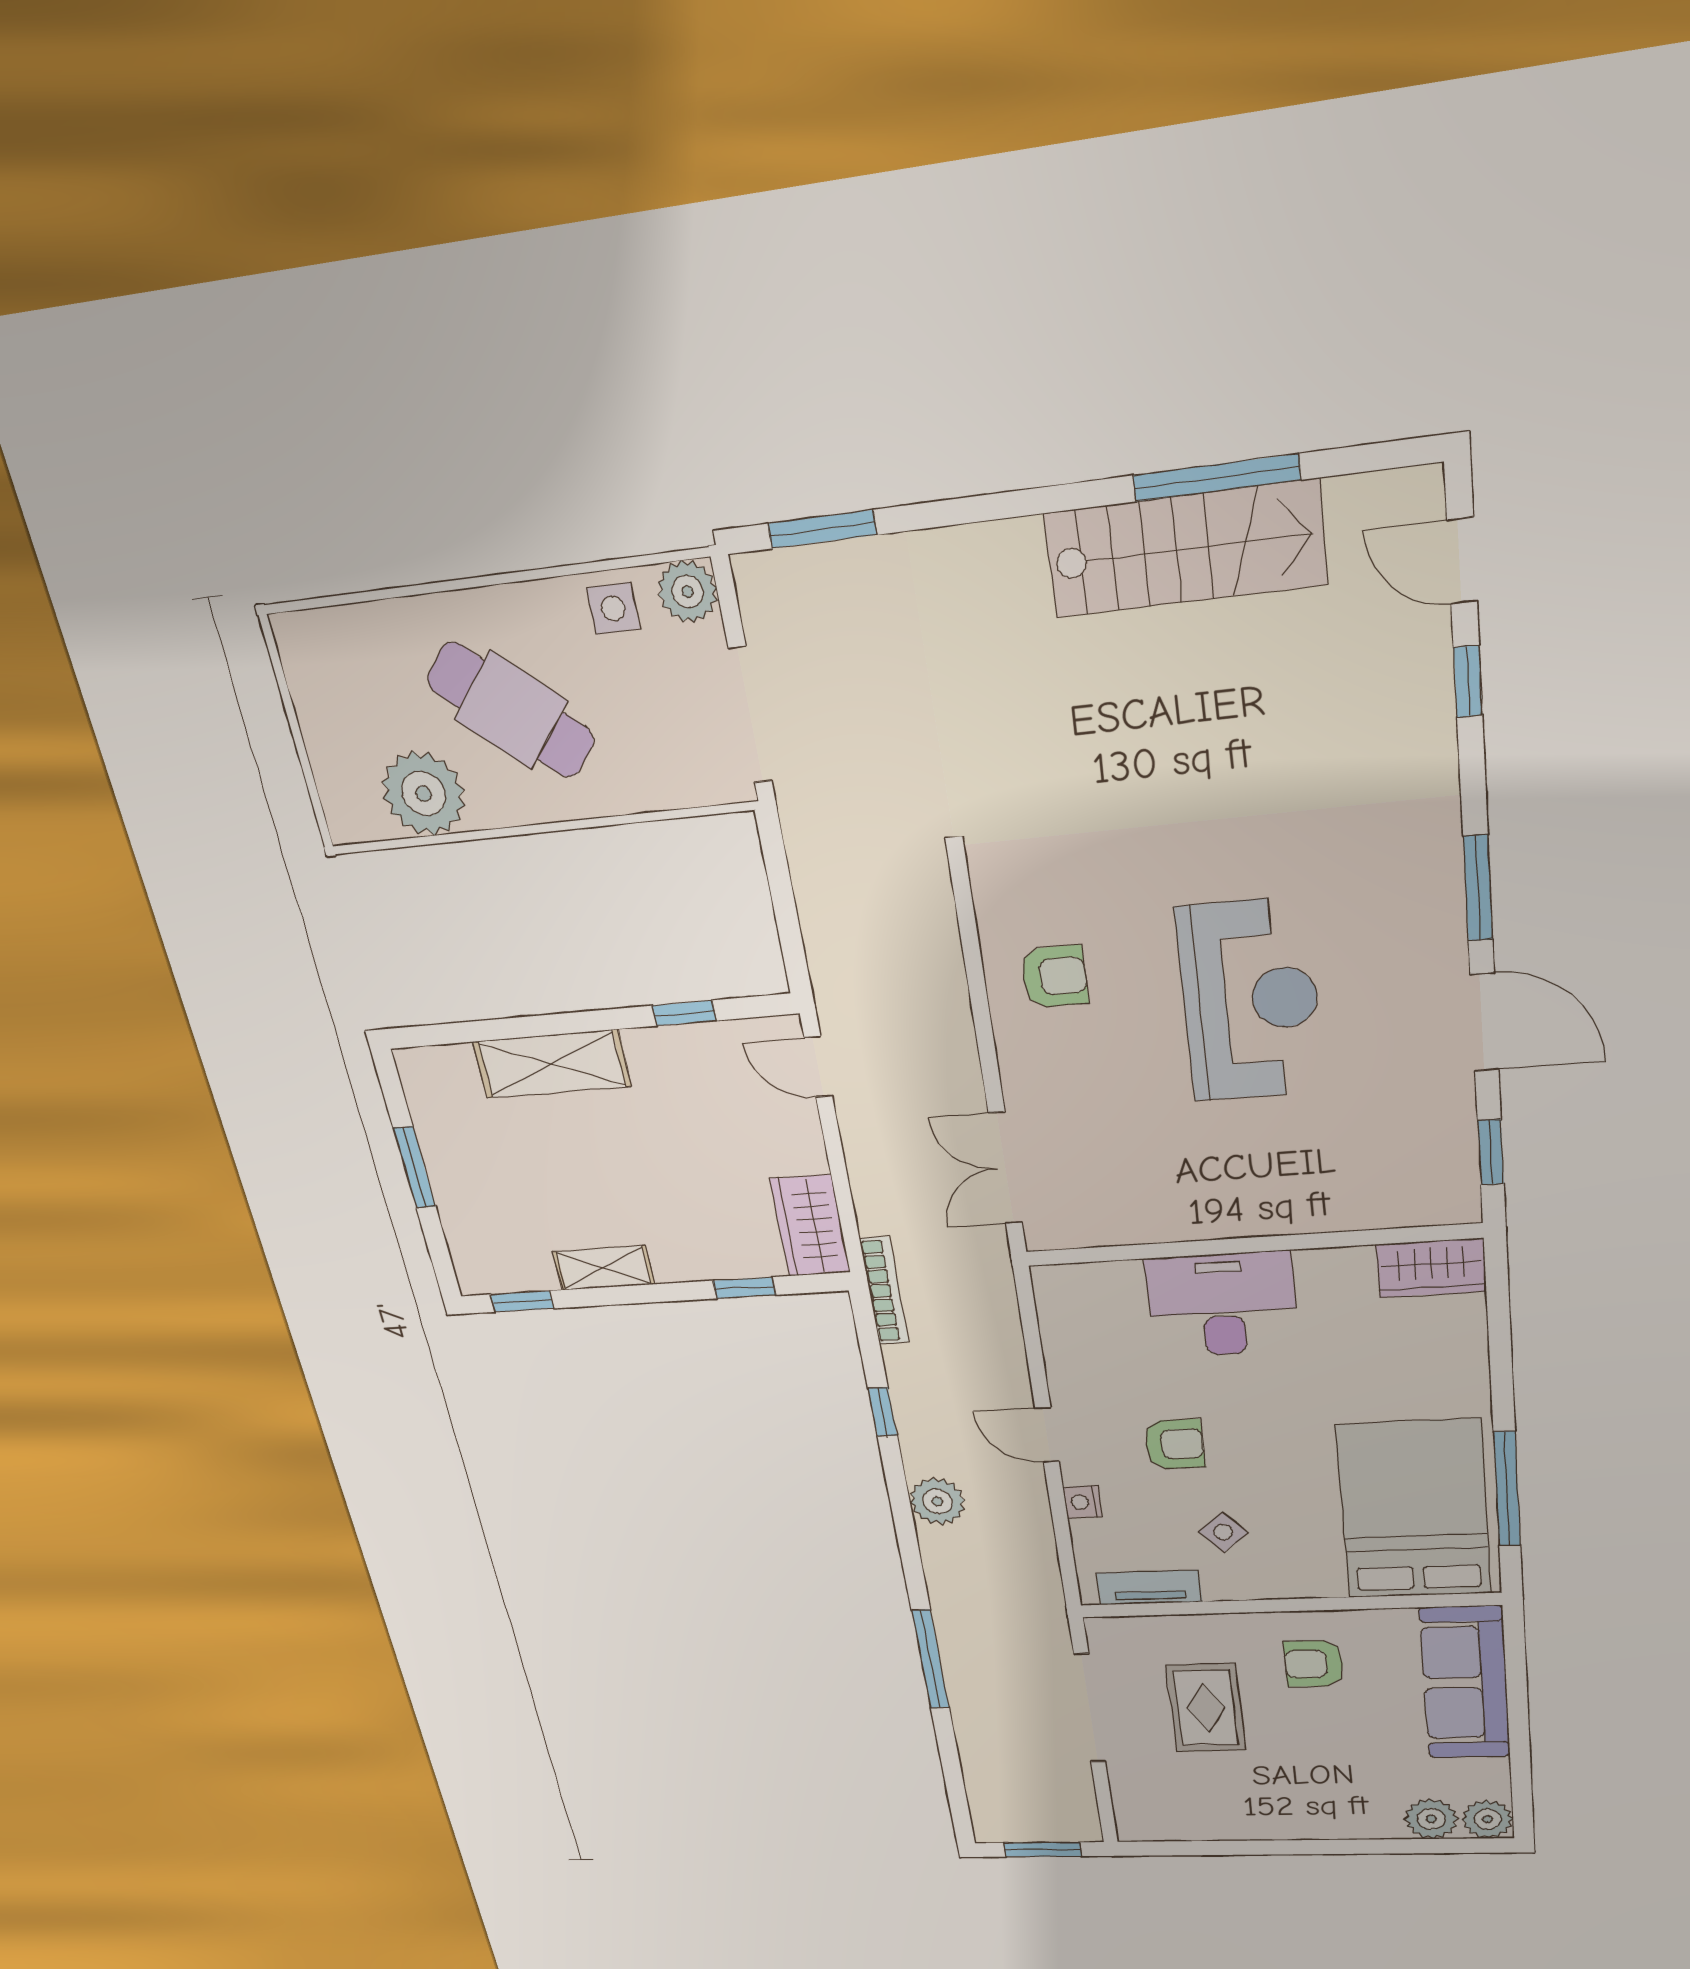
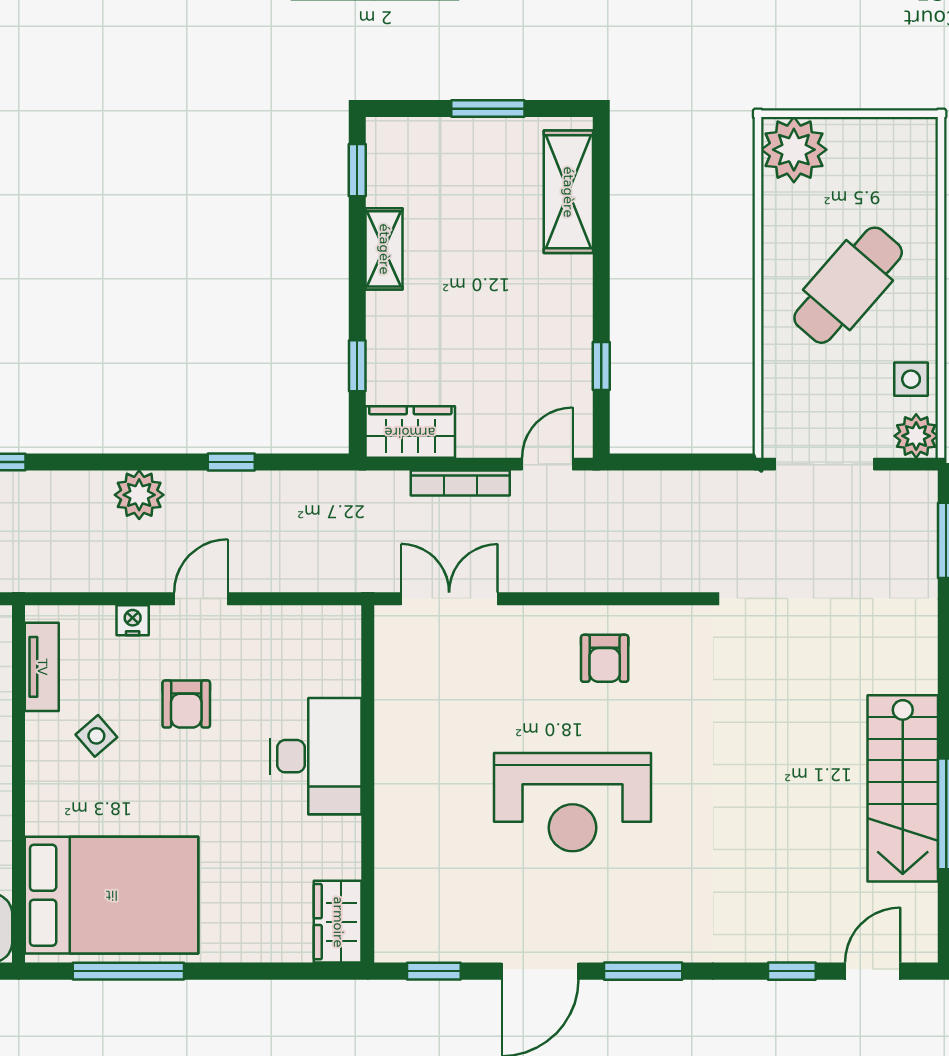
plant: (424, 794) -> (794, 150), moved
shelving: (552, 1064) -> (568, 192), moved
bookcase: (884, 1291) -> (460, 483), moved

